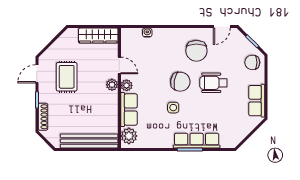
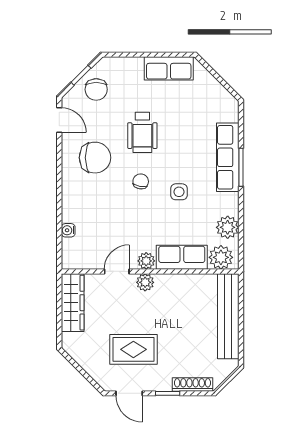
chair: (252, 62) -> (96, 89), moved
chair: (180, 82) -> (141, 181), width x0.54, depth x0.54
plant: (149, 140) -> (228, 227), added

